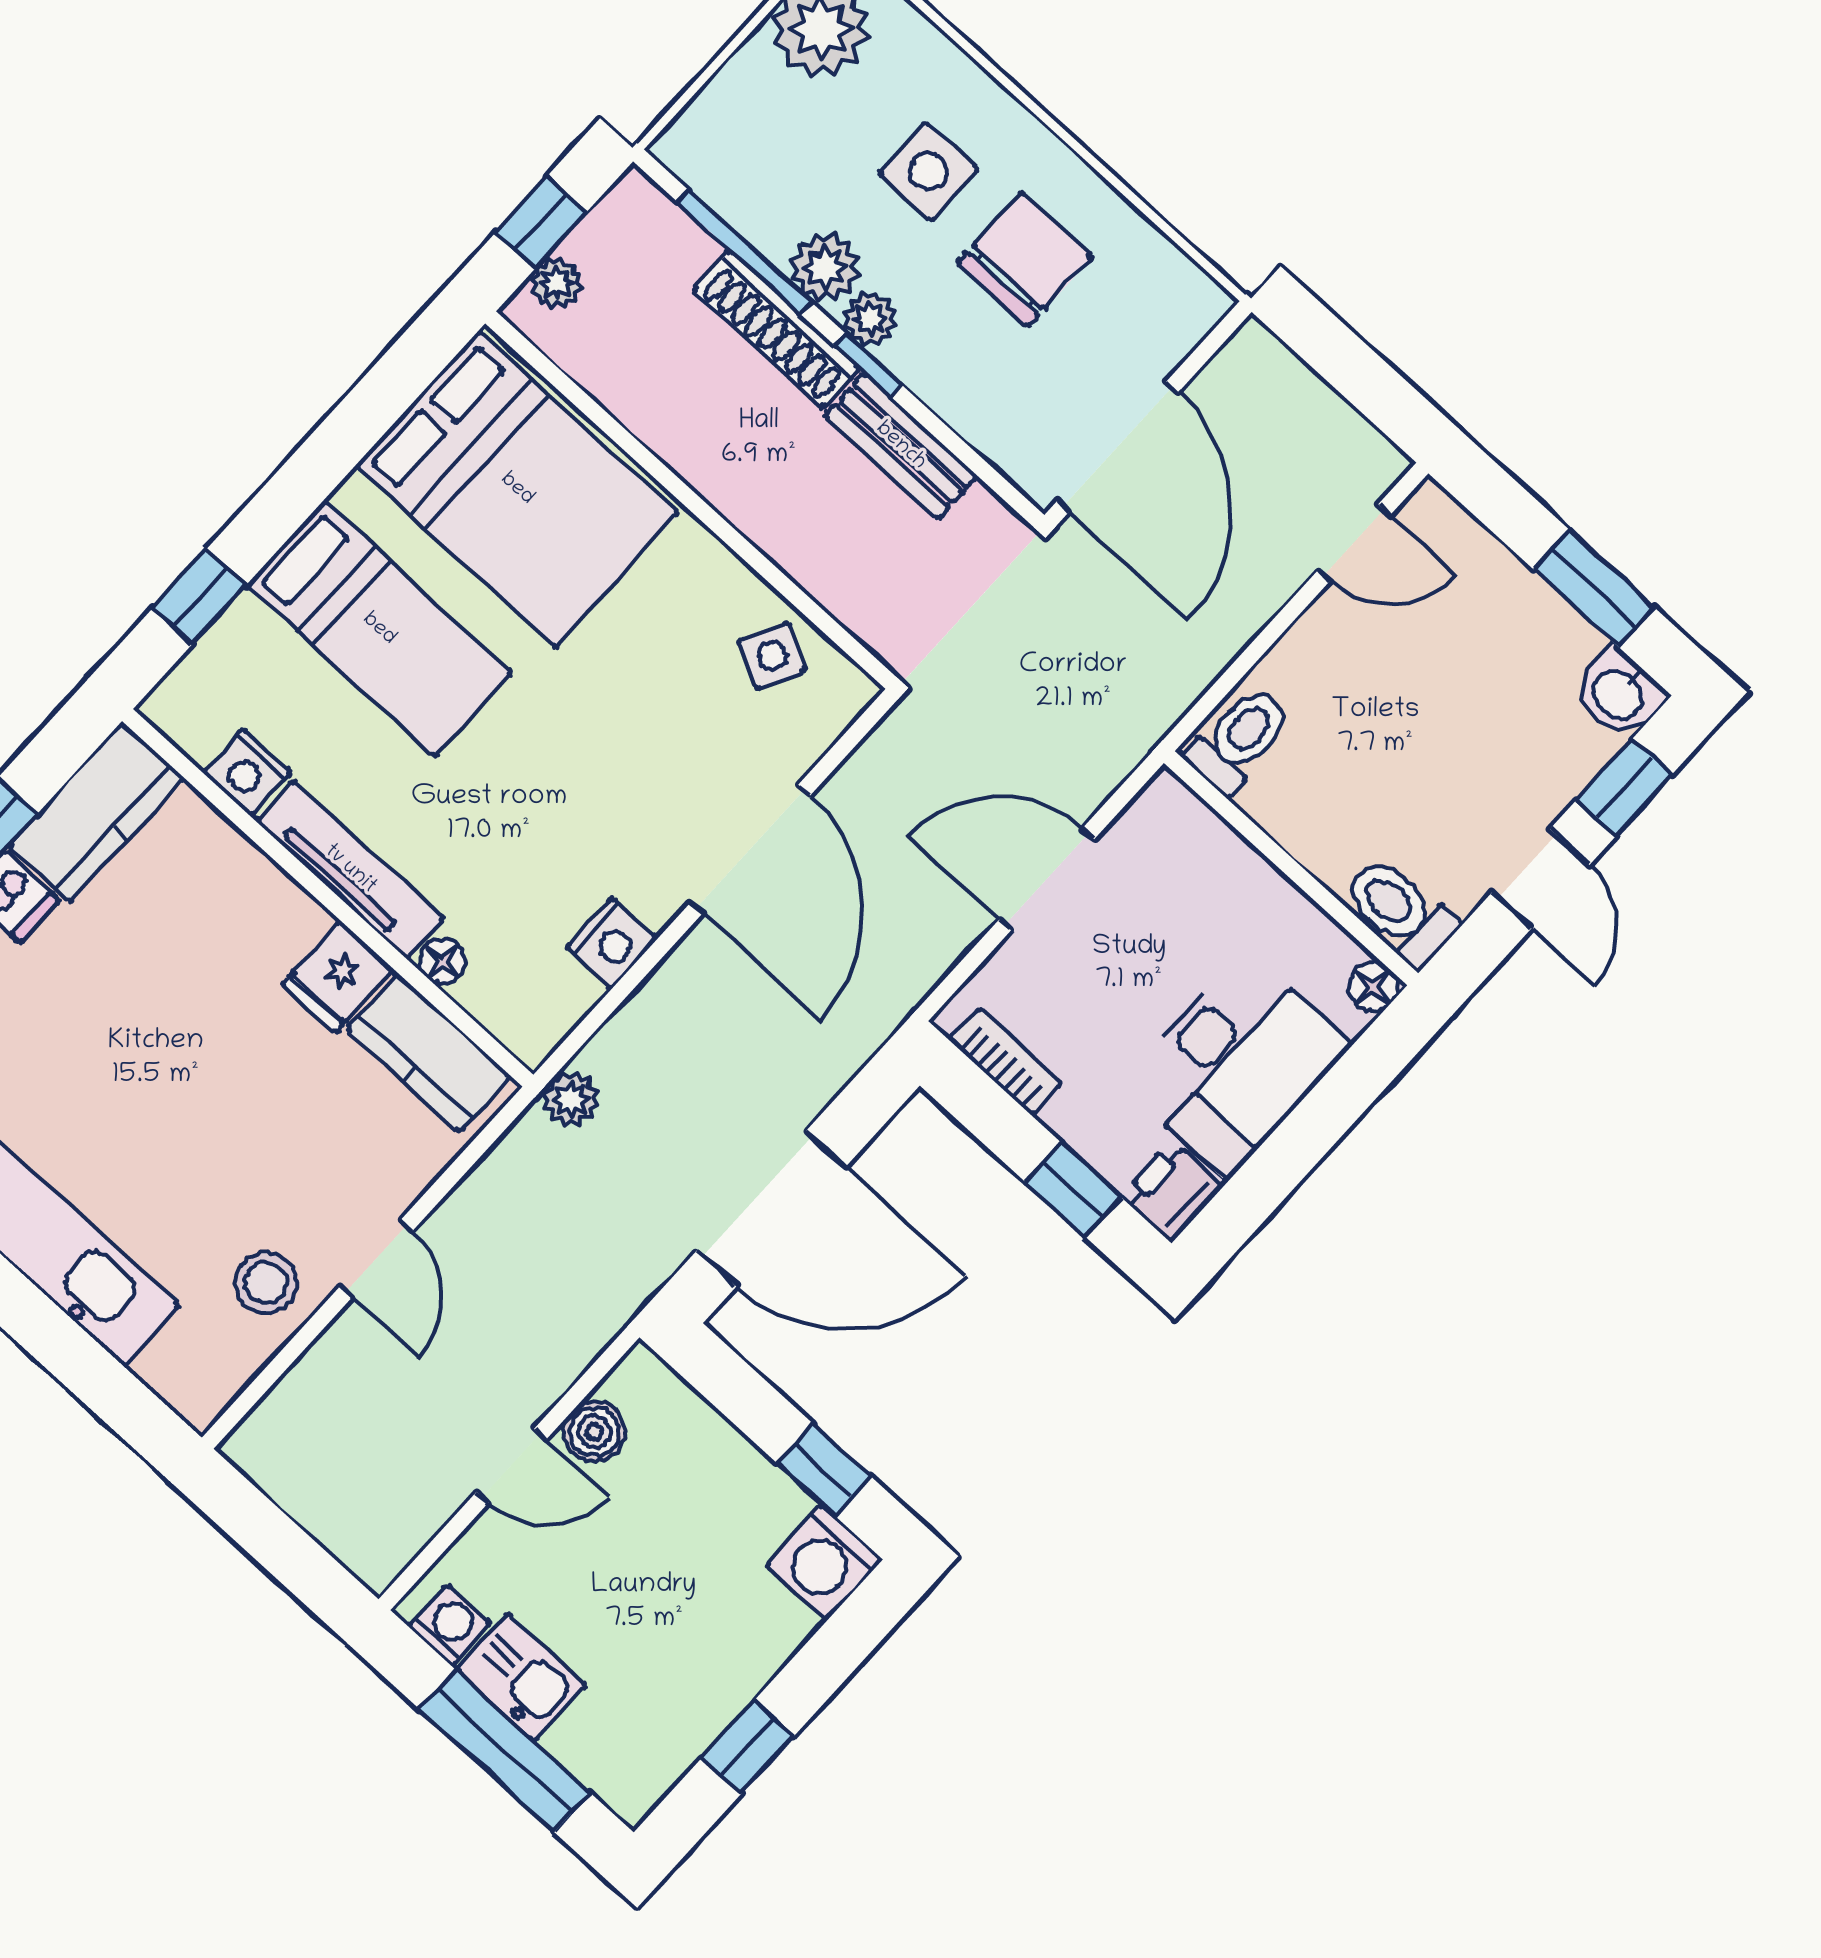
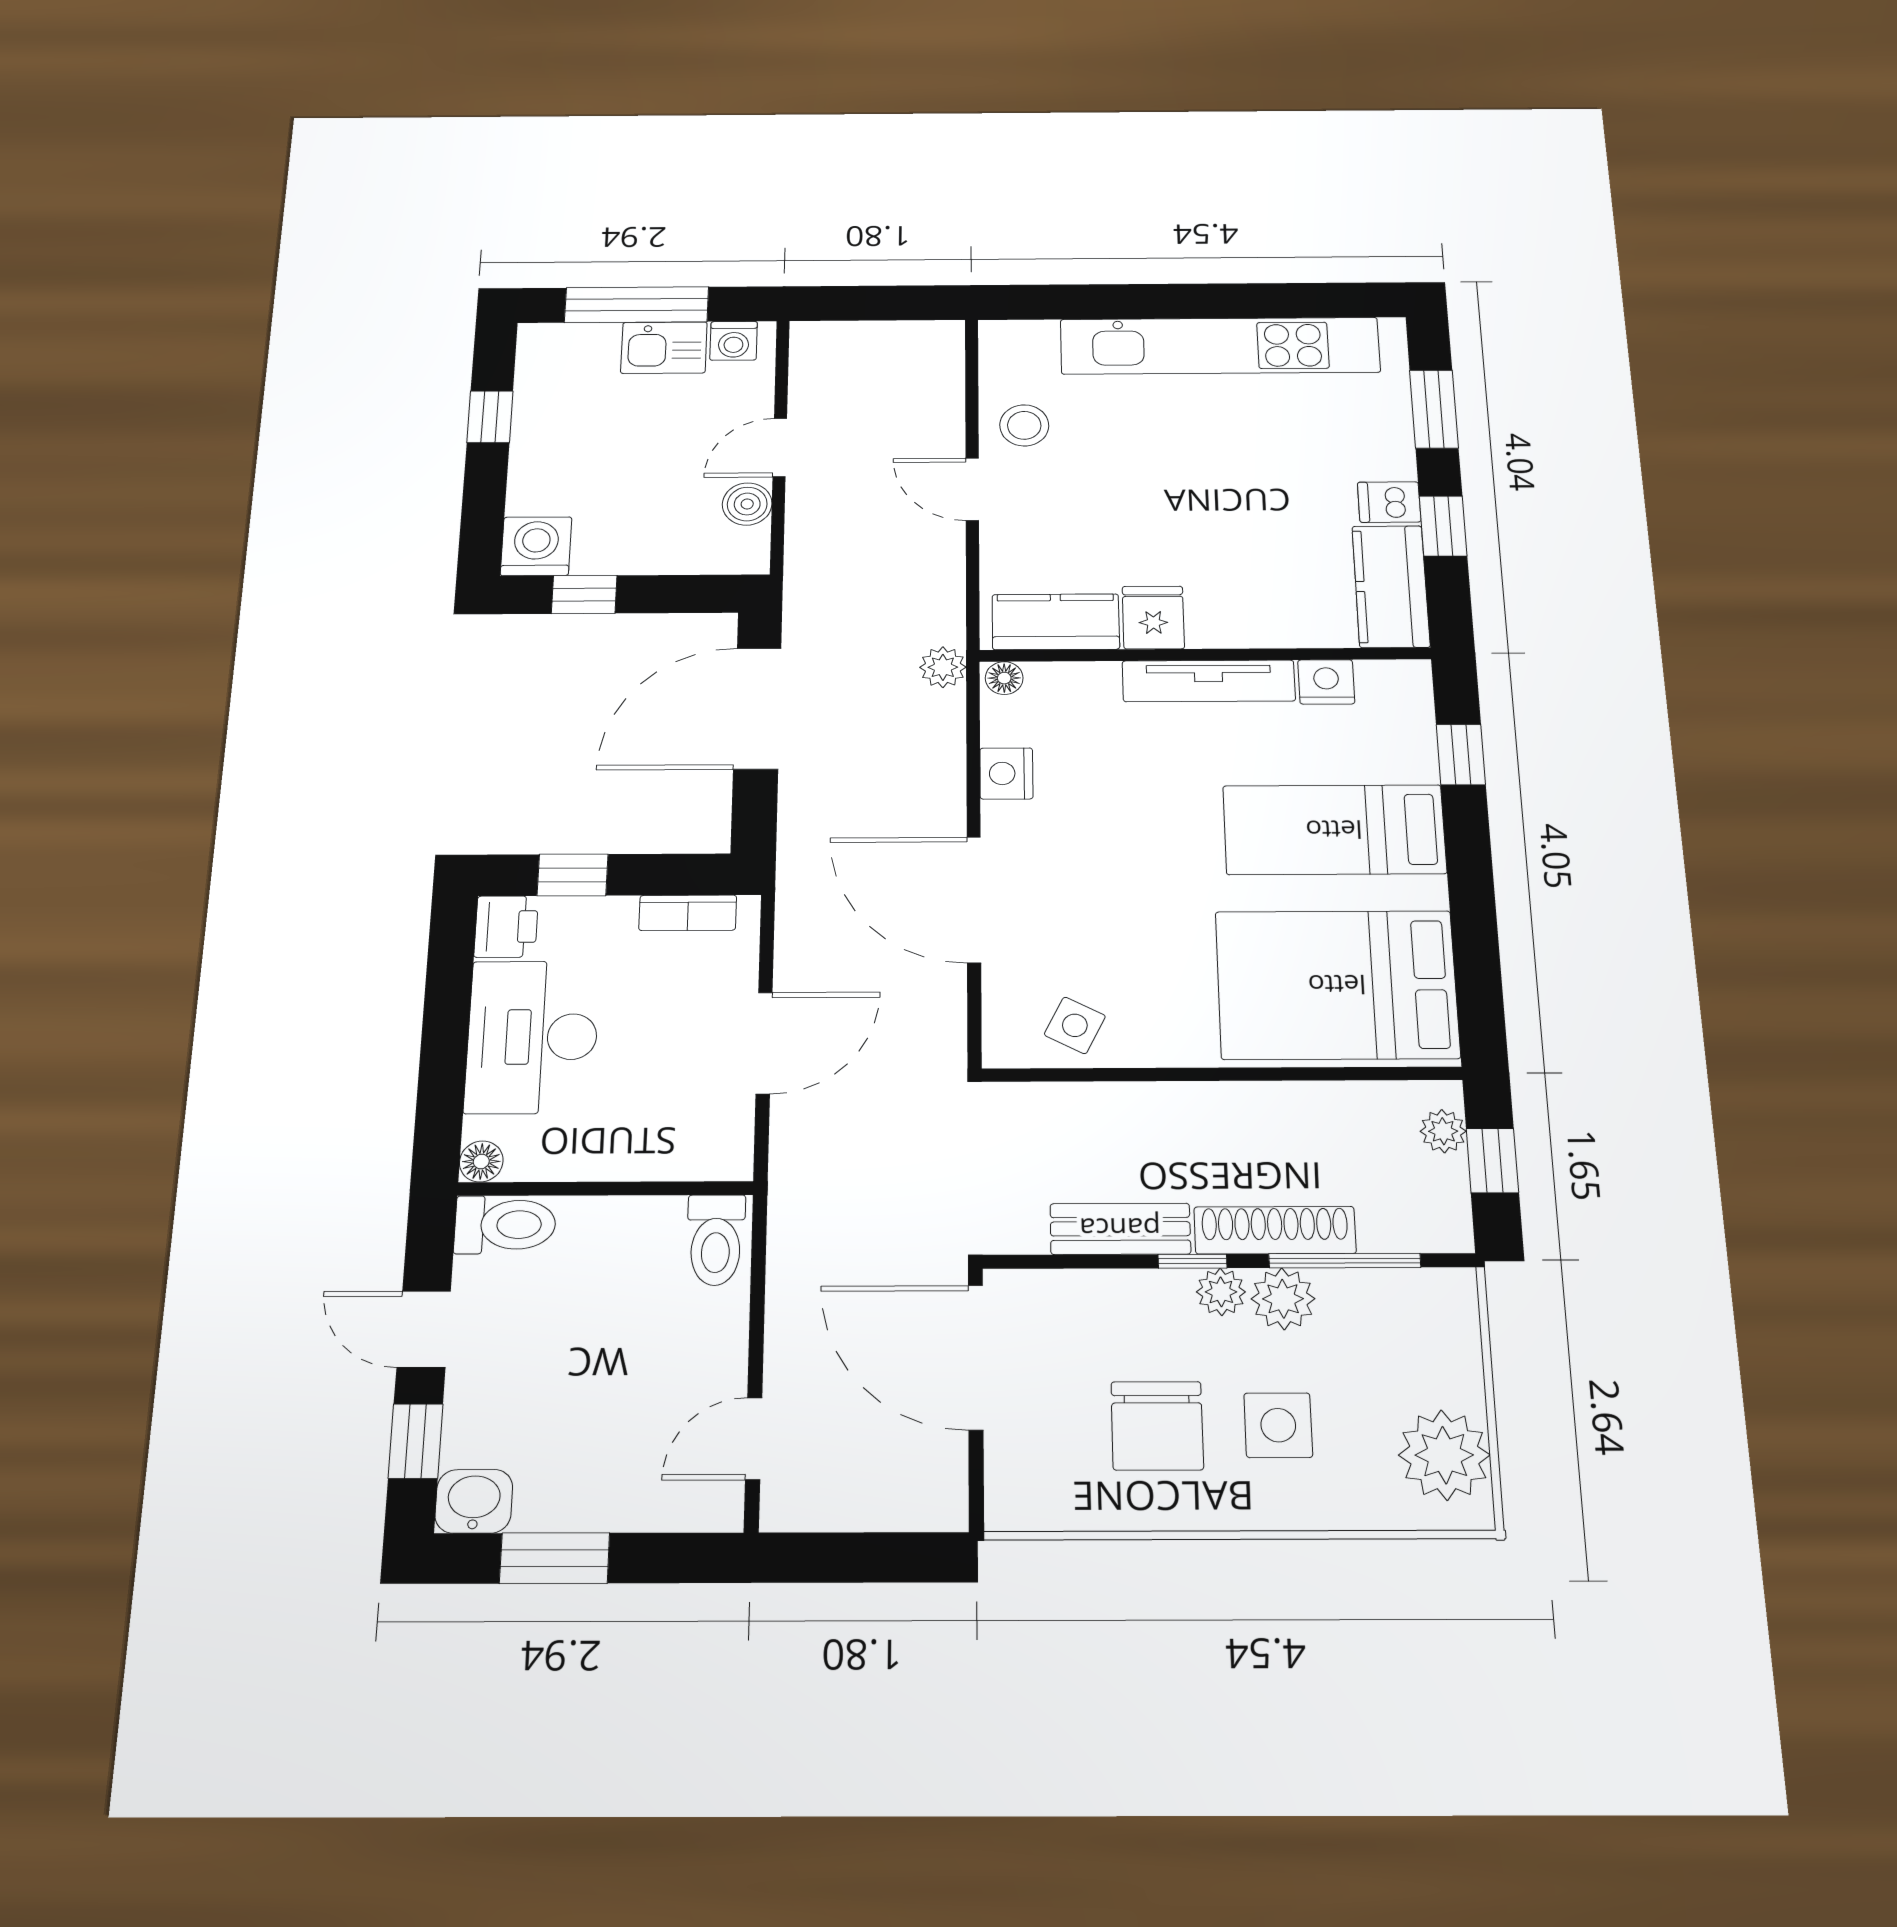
floor lamp: (442, 961) -> (1004, 678), moved

